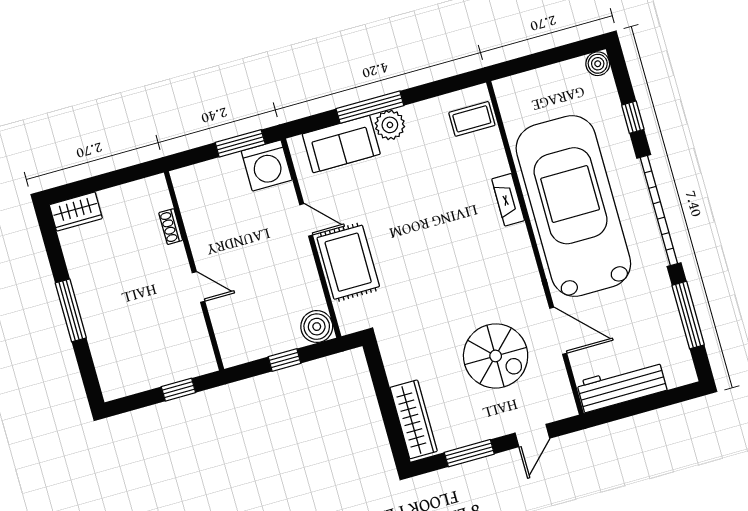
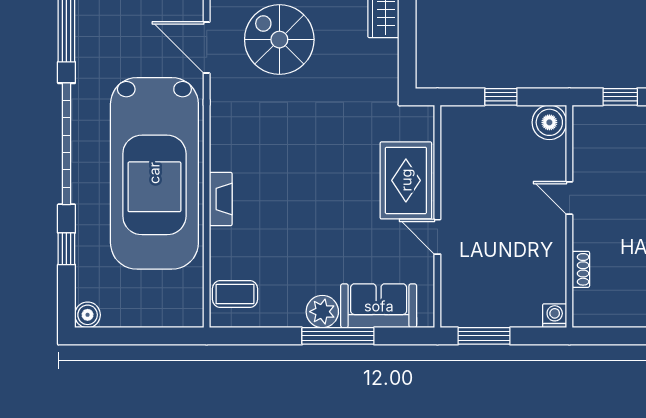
washing machine: (267, 165) -> (555, 316), moved, width x0.53, depth x0.53
boiler: (317, 327) -> (549, 122), moved

